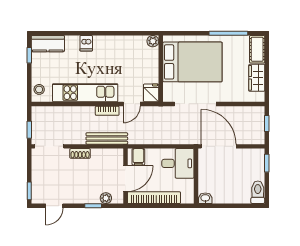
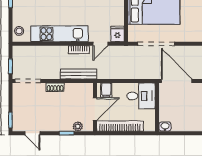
door: (54, 206) -> (32, 133), hinge flipped

